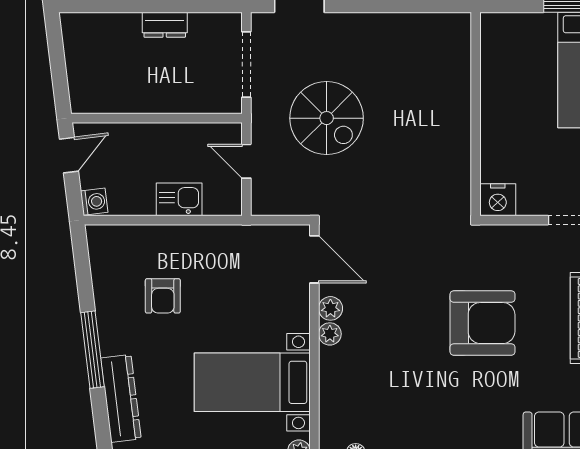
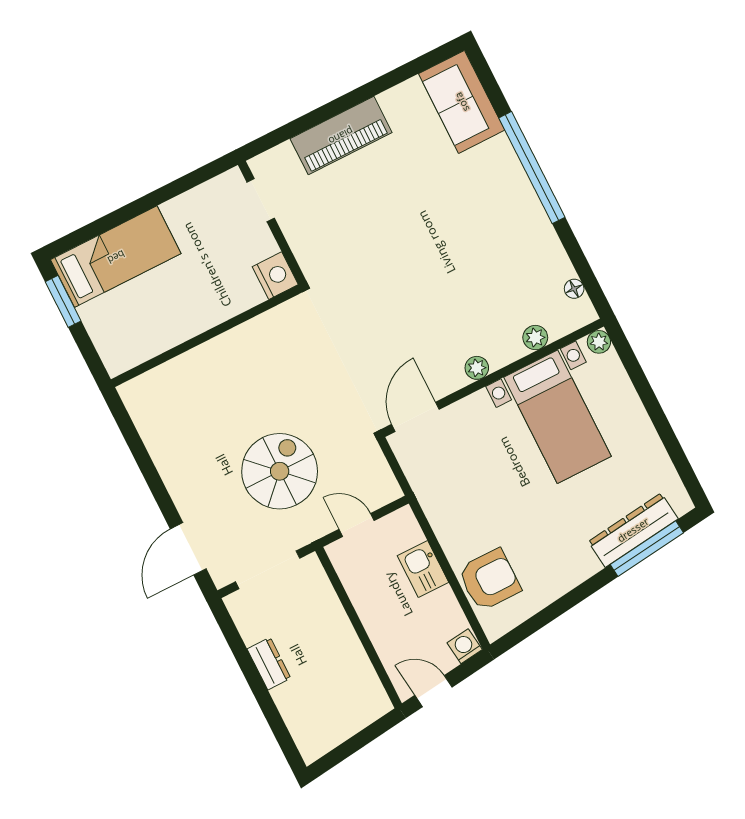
door: (246, 161) -> (357, 525), swing flipped
armchair: (163, 296) -> (489, 580), moved, width x1.38, depth x1.38
plant: (330, 308) -> (535, 338), moved
armchair: (483, 323) -> (396, 232), removed
window: (93, 350) -> (647, 549), moved

